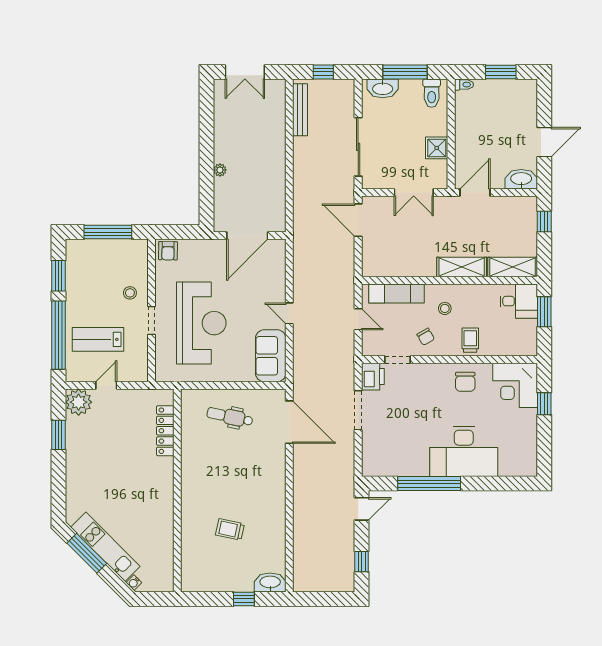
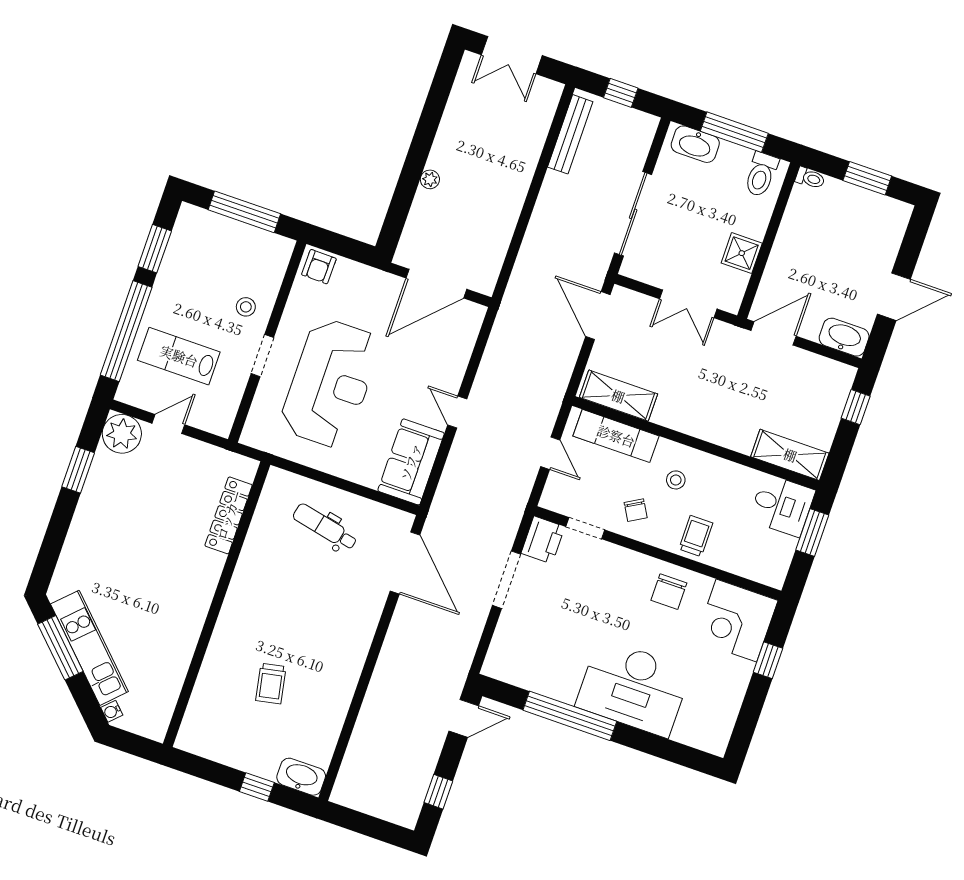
shelving: (462, 267) -> (618, 396), moved
trolley: (230, 529) -> (271, 684), turned -113

